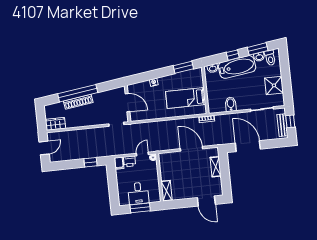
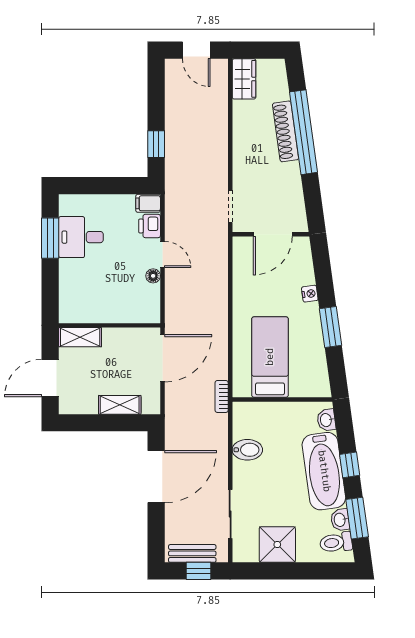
window: (183, 67) -> (331, 327), moved
wall: (160, 177) -> (109, 325), moved
shelving: (167, 191) -> (80, 337), moved

